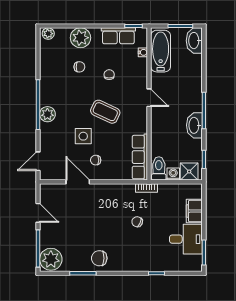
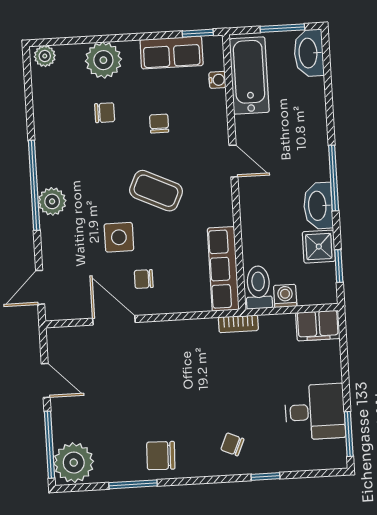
shower: (189, 172) -> (319, 247), moved
filing cabinet: (194, 211) -> (318, 326), moved, turned -90
chair: (137, 222) -> (232, 444), moved

